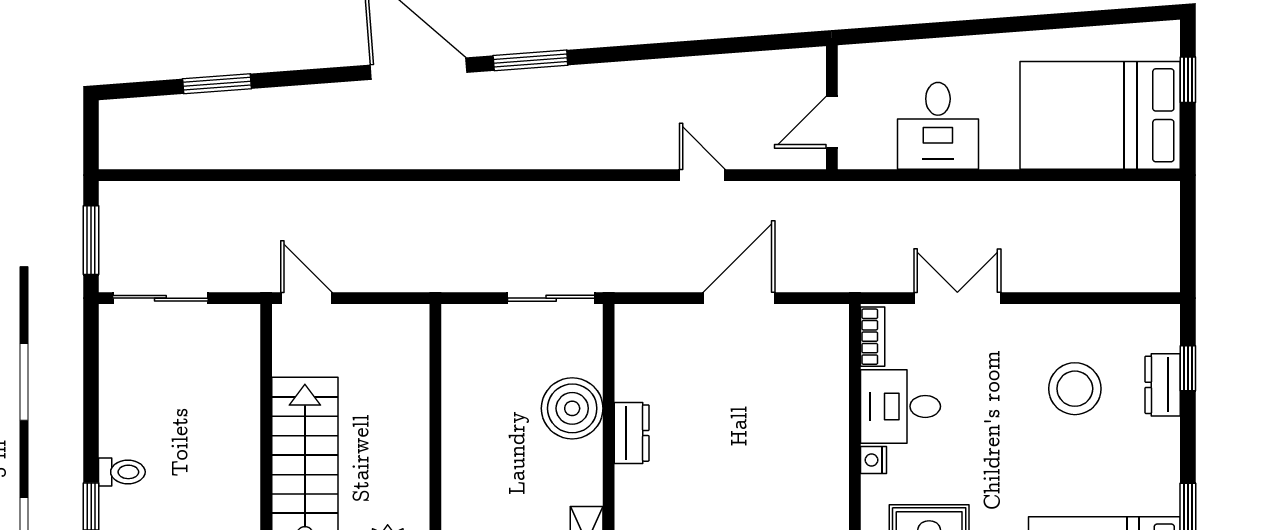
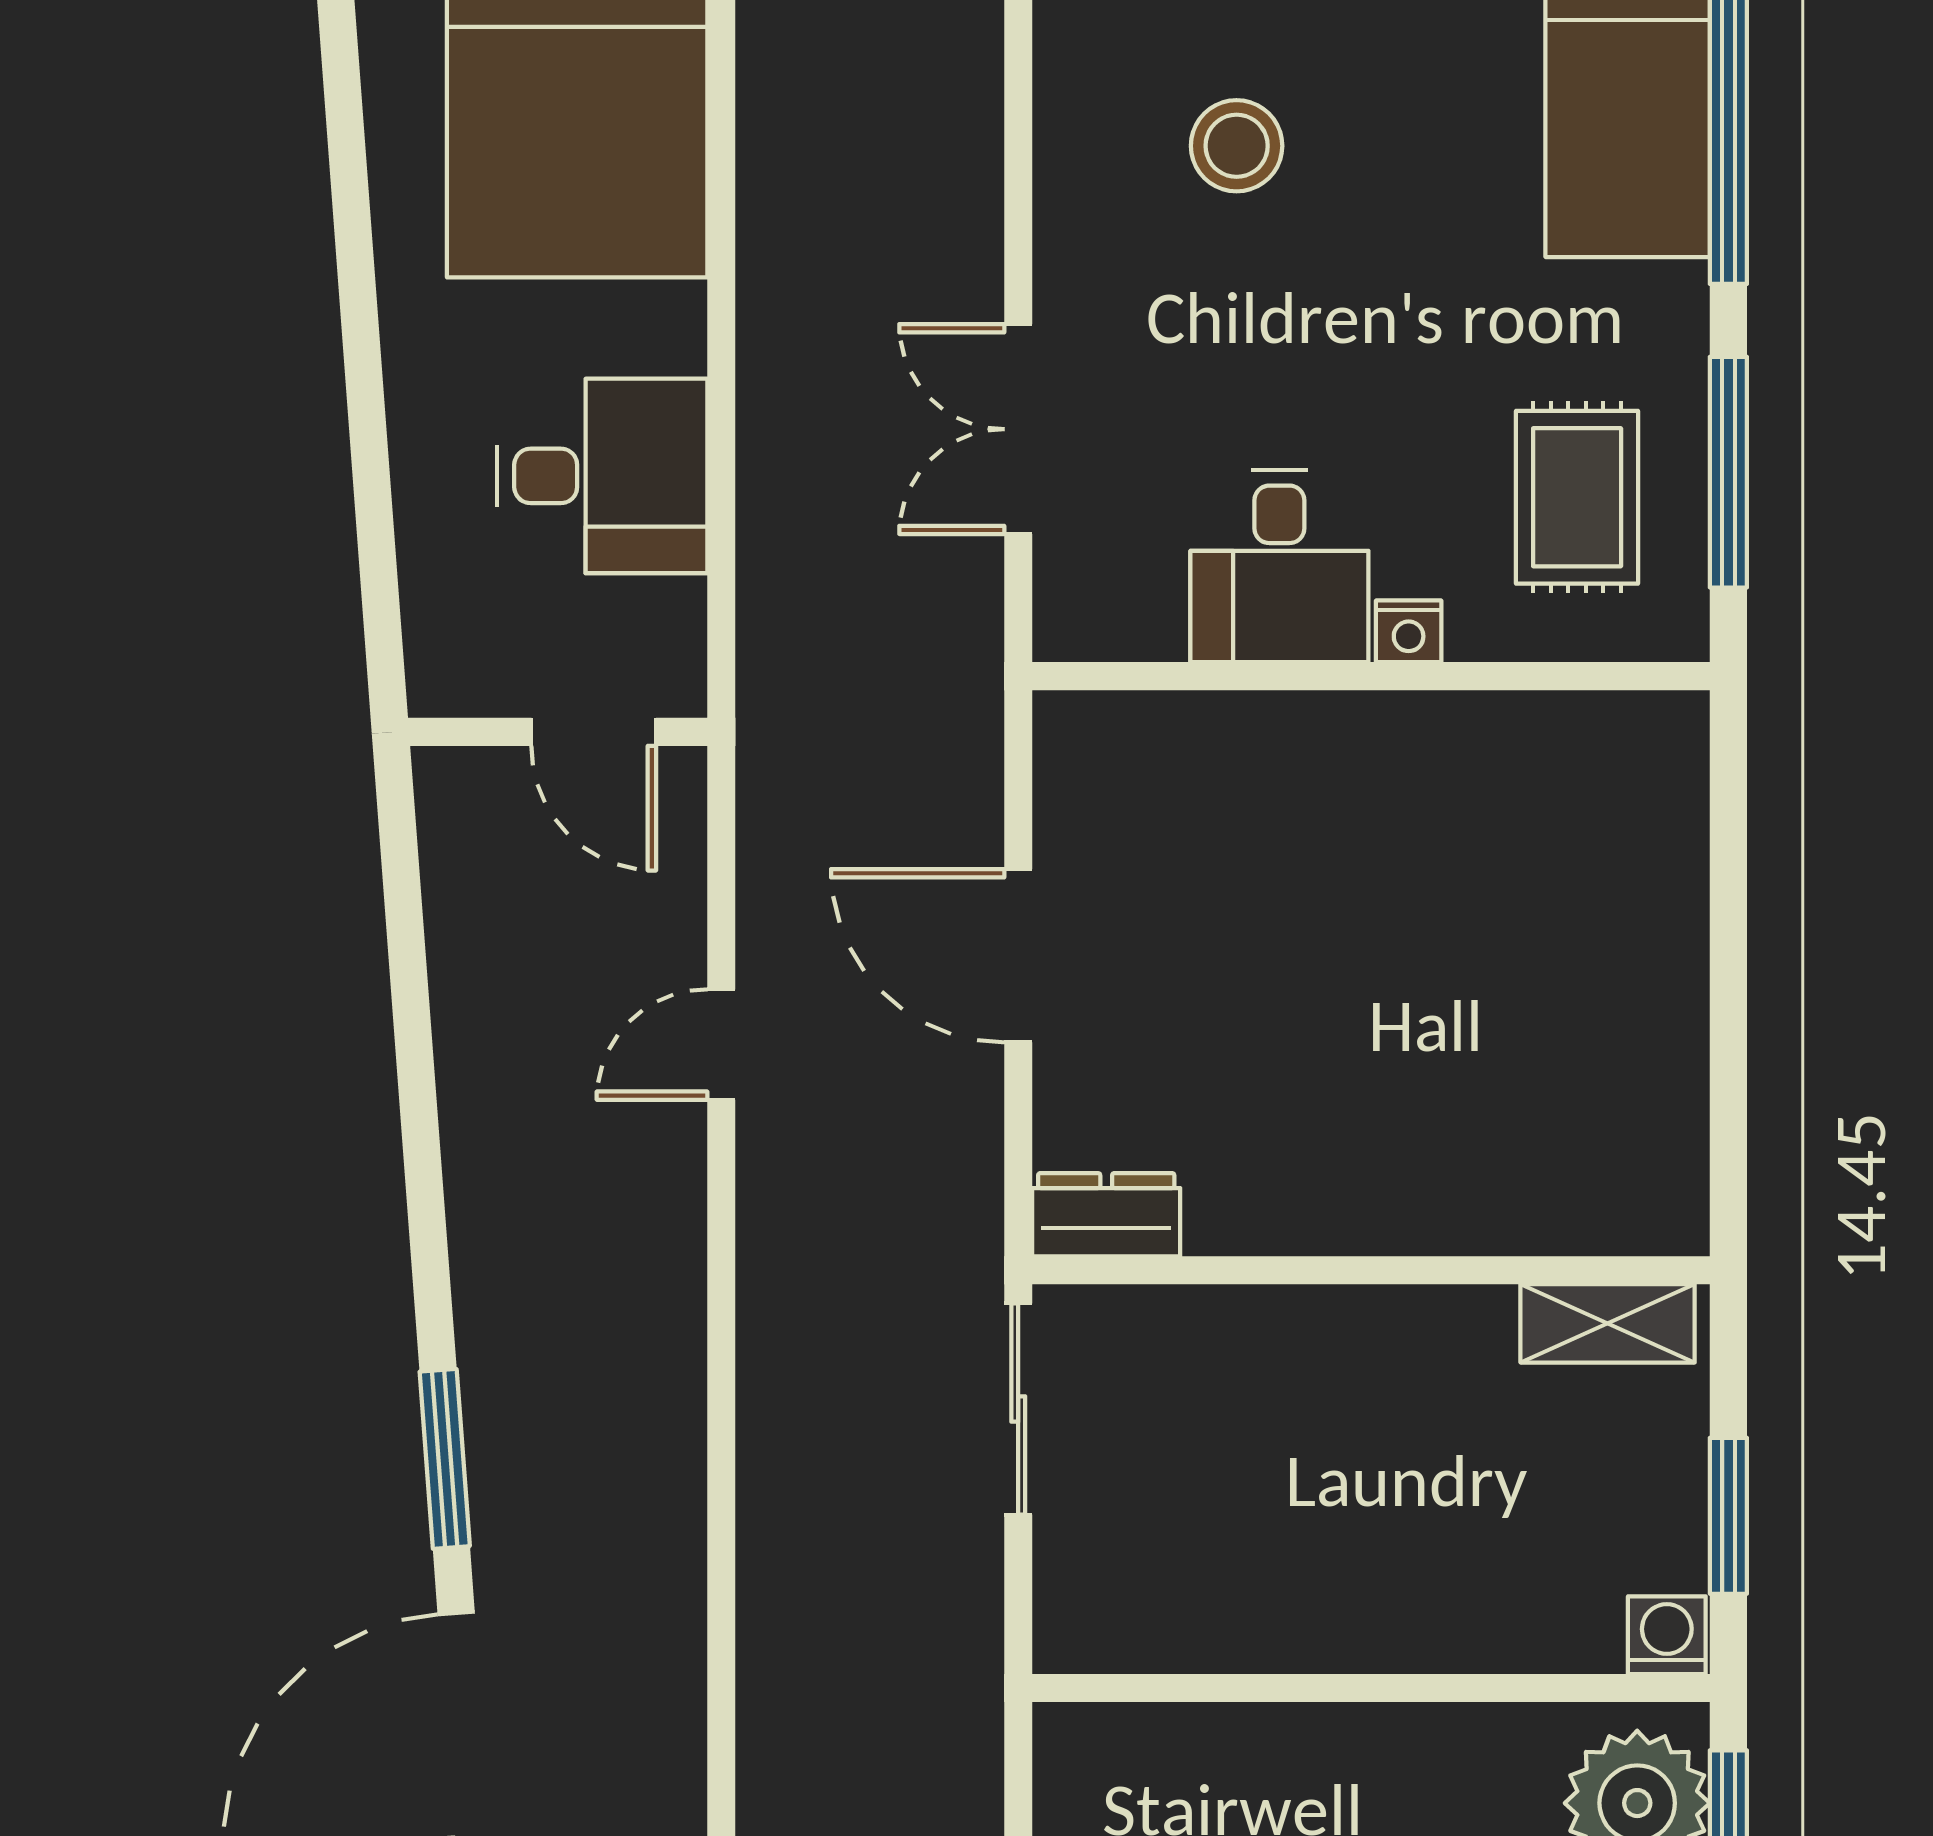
bookcase: (873, 337) -> (1111, 633), removed
stool: (1075, 389) -> (1237, 146), width x0.73, depth x0.73
boiler: (572, 408) -> (1284, 1358), removed
dresser: (632, 433) -> (1106, 1215), moved

